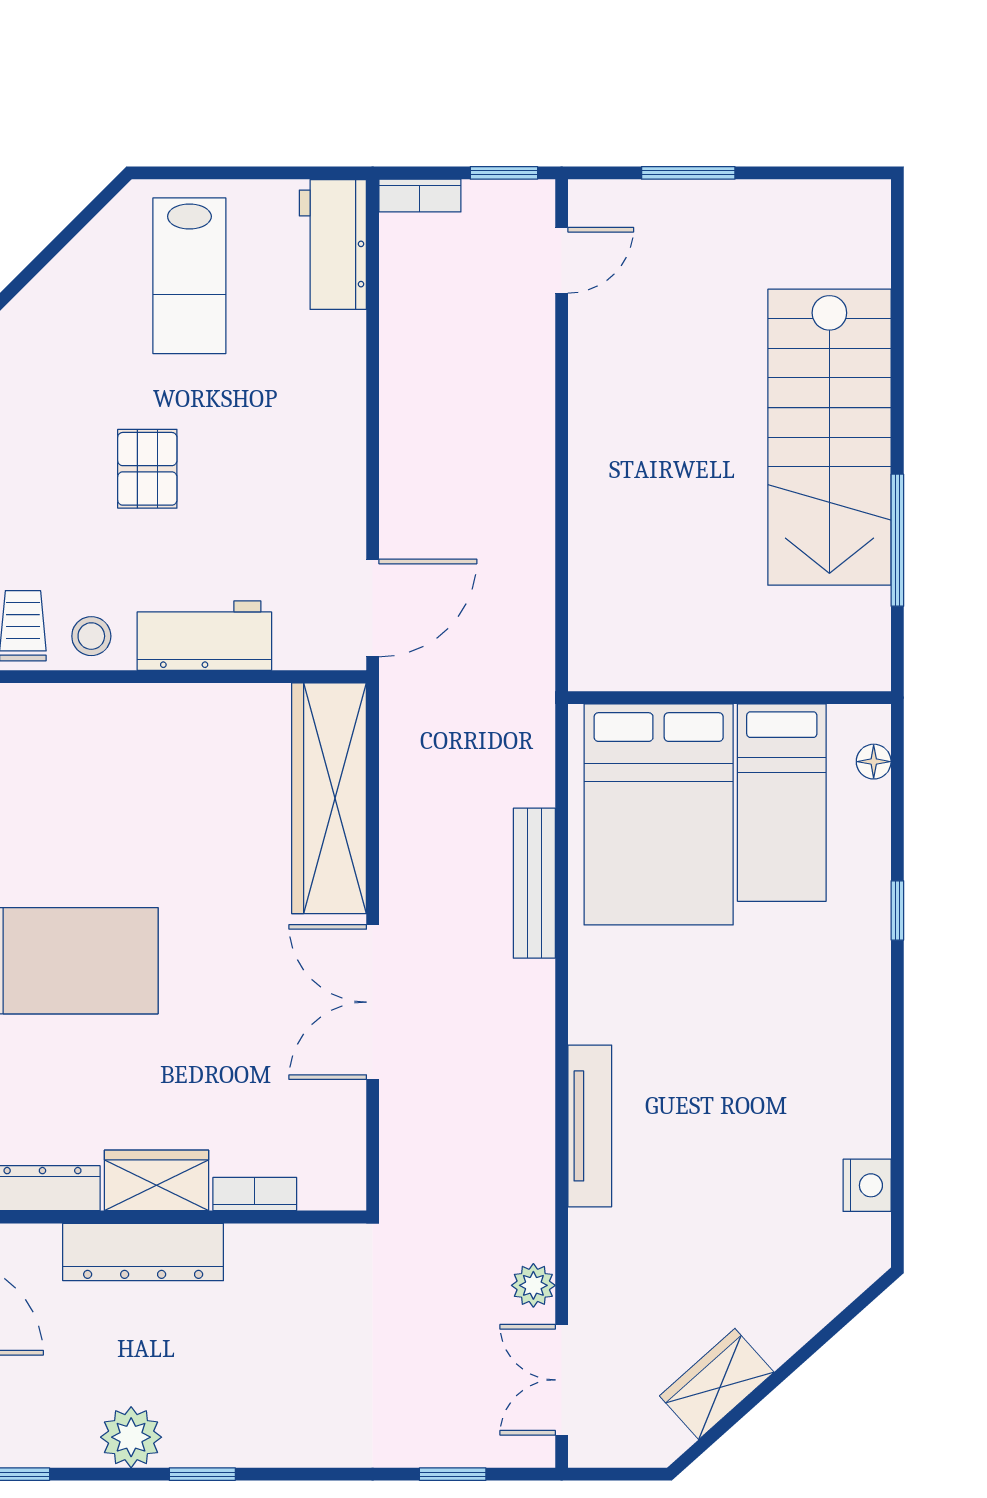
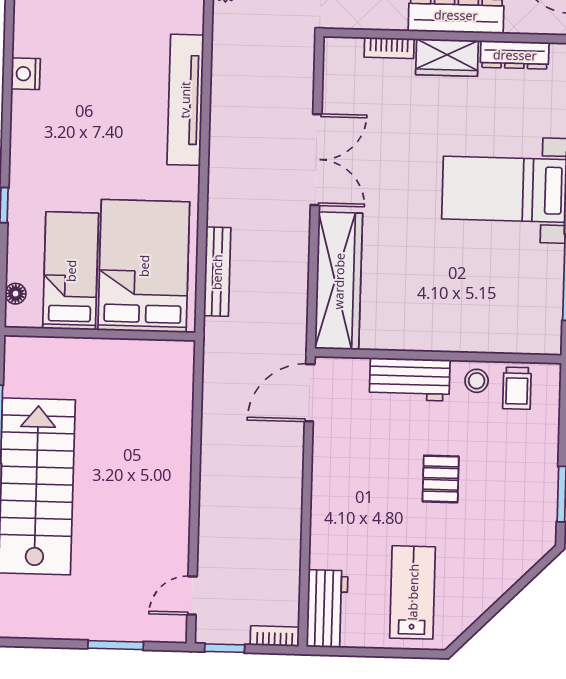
bench: (534, 883) -> (217, 272), moved
tv unit: (590, 1126) -> (185, 100), width x1.36, depth x1.29
nightstand: (867, 1185) -> (26, 74), moved

